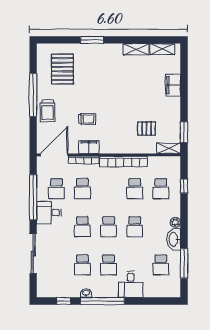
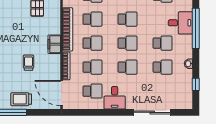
trolley: (48, 111) -> (21, 99), turned 180
filing cabinet: (89, 147) -> (54, 44), moved
school desk: (109, 189) -> (93, 43), added
window: (33, 197) -> (100, 112), removed
window: (102, 301) -> (196, 28), moved

